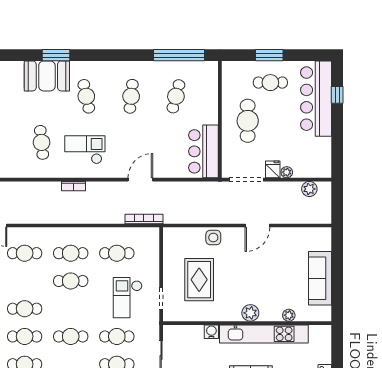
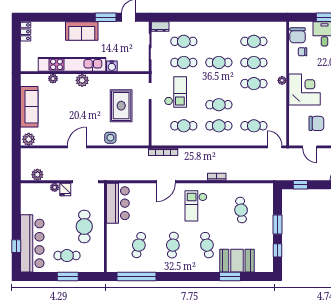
checkout: (85, 150) -> (196, 206), moved, turned 90
plant: (321, 235) -> (29, 139), added

